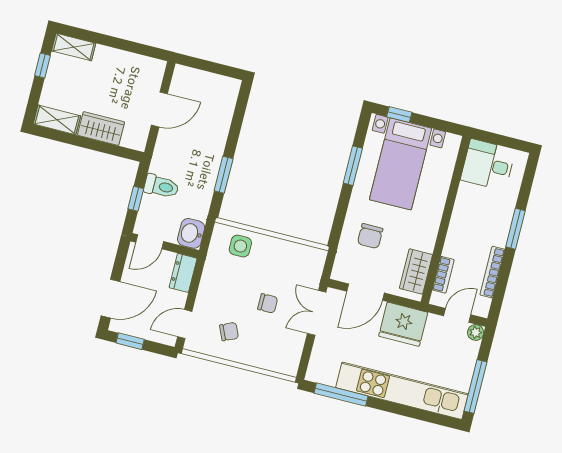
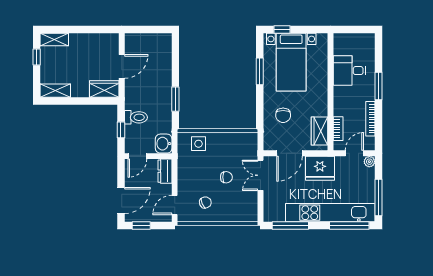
wardrobe: (101, 129) -> (104, 89), moved
desk: (488, 165) -> (349, 71), moved
window: (424, 416) -> (349, 226), added

